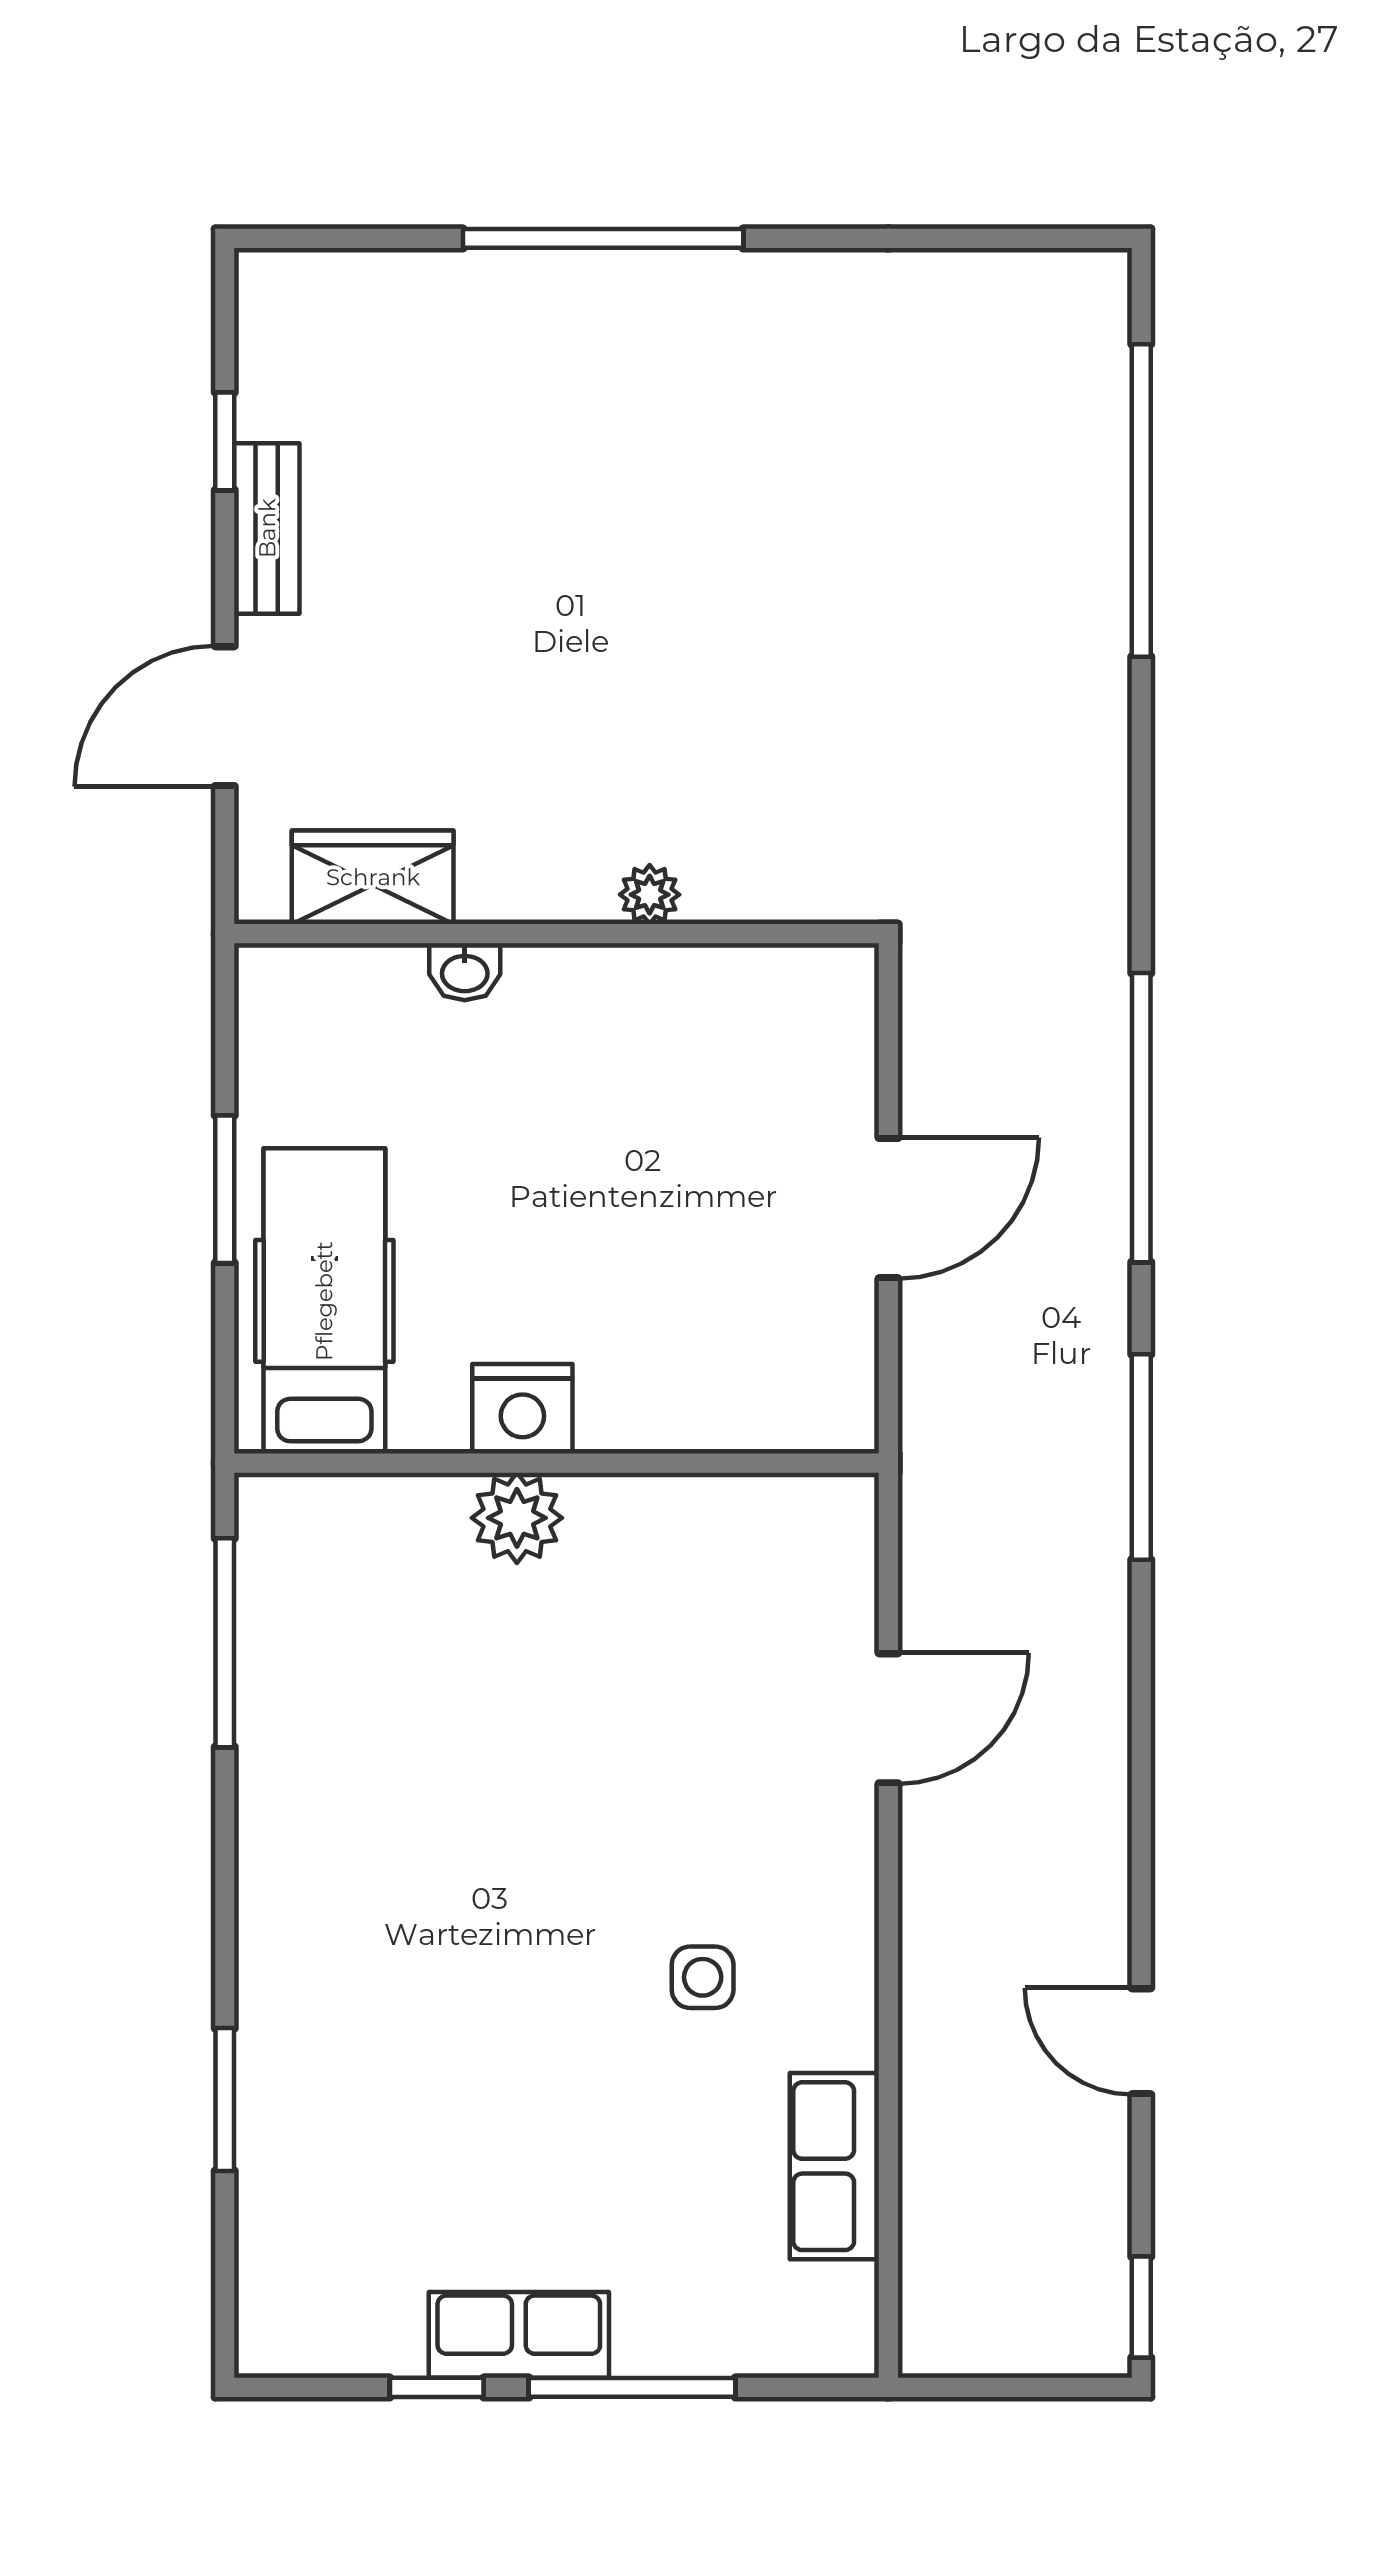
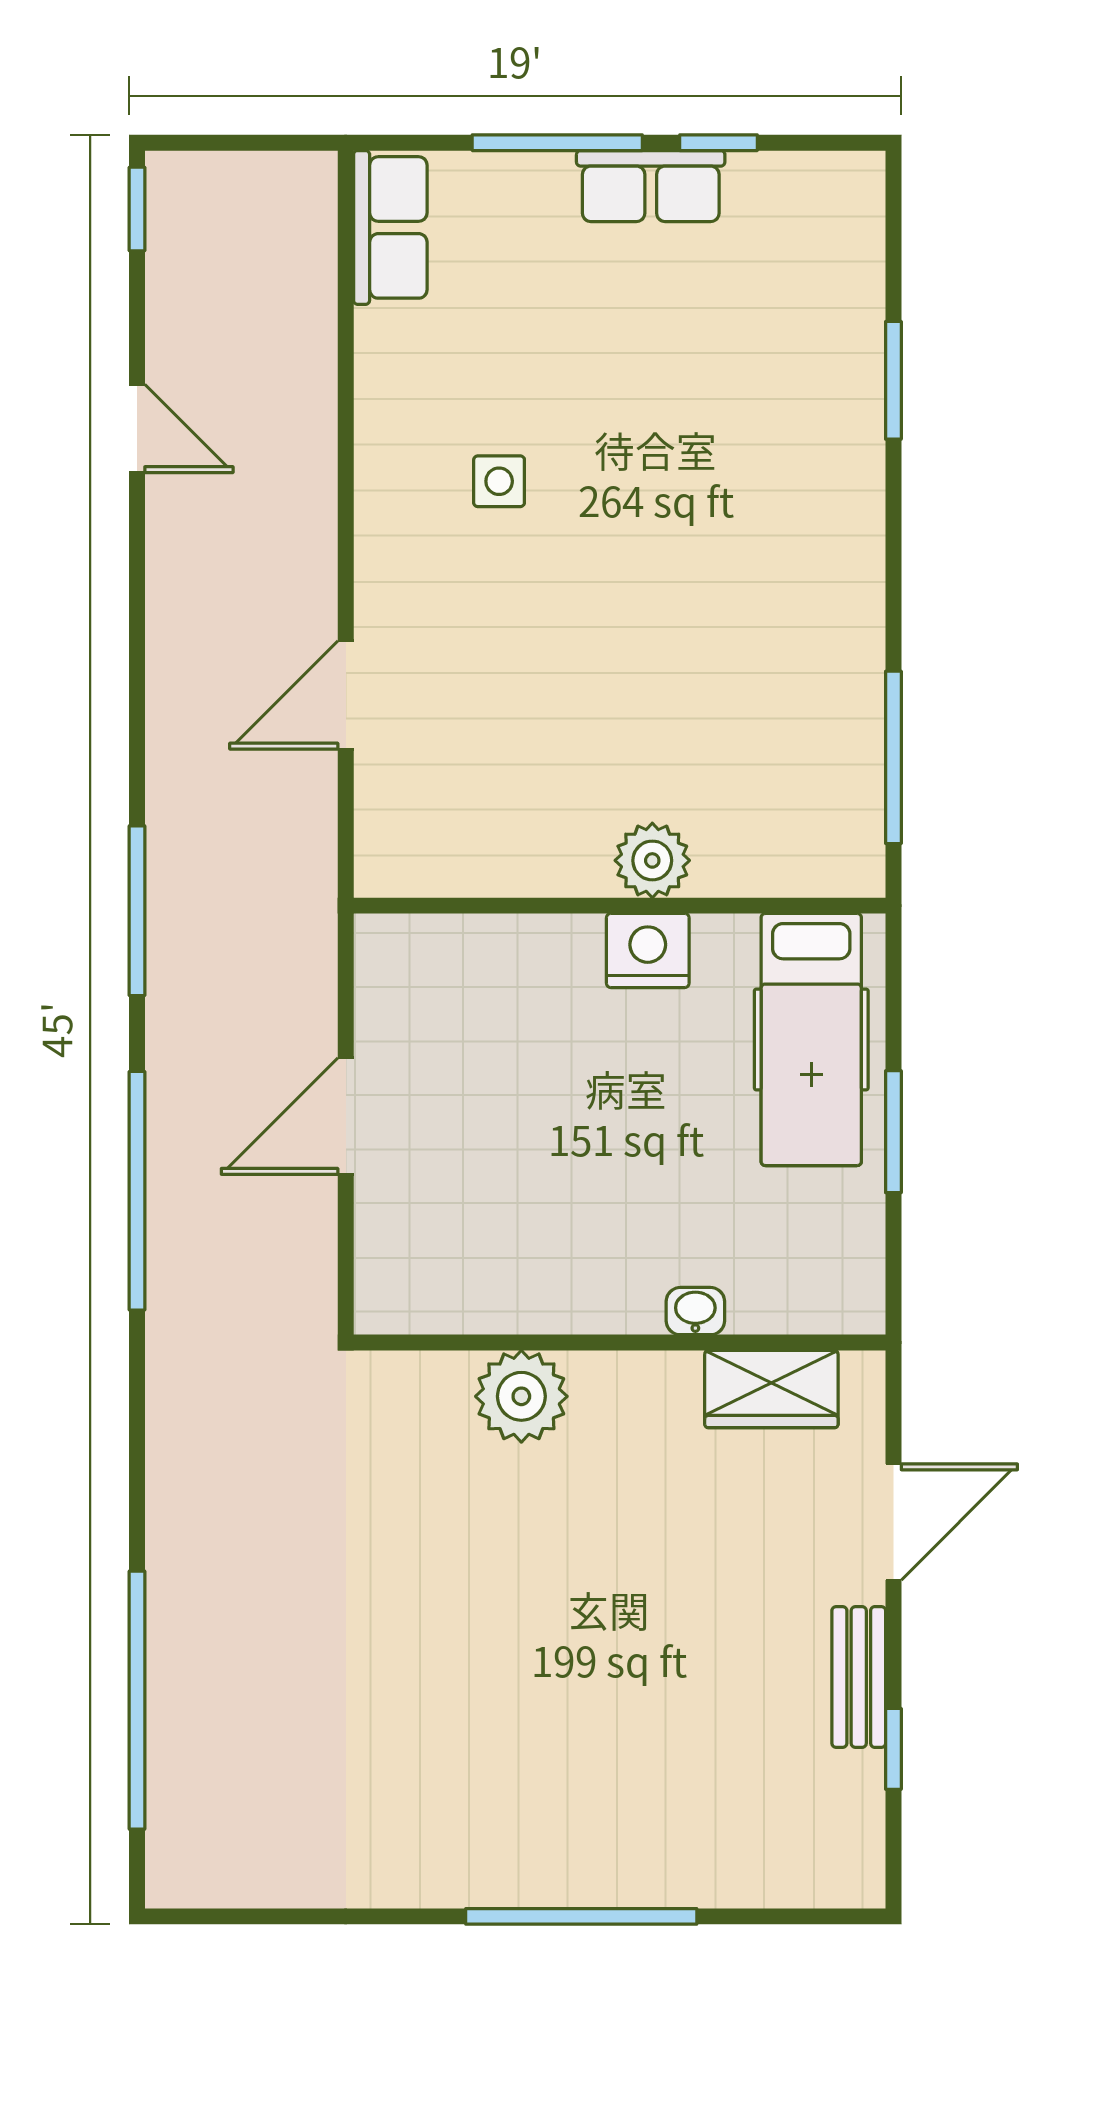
plant: (650, 895) -> (521, 1396), width x1.87, depth x1.87
row of seats: (834, 2166) -> (390, 227), moved

